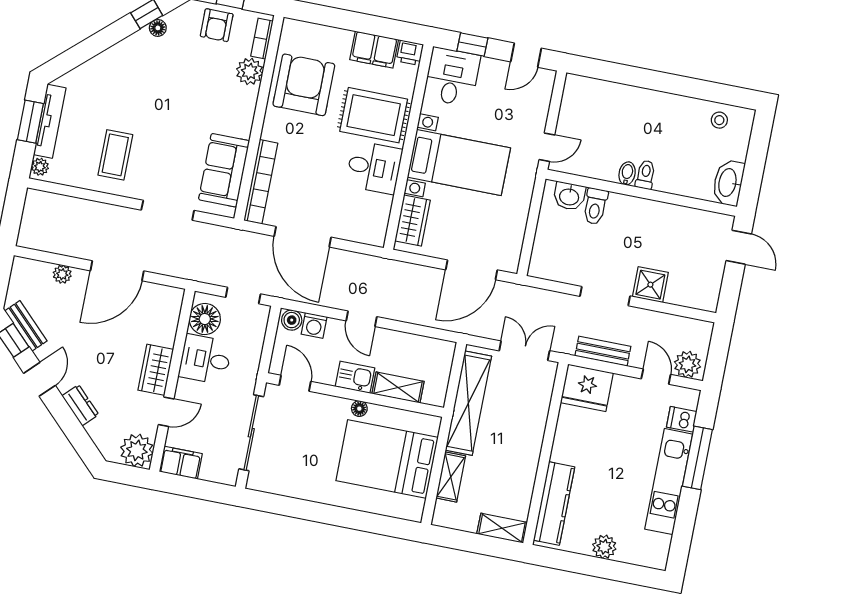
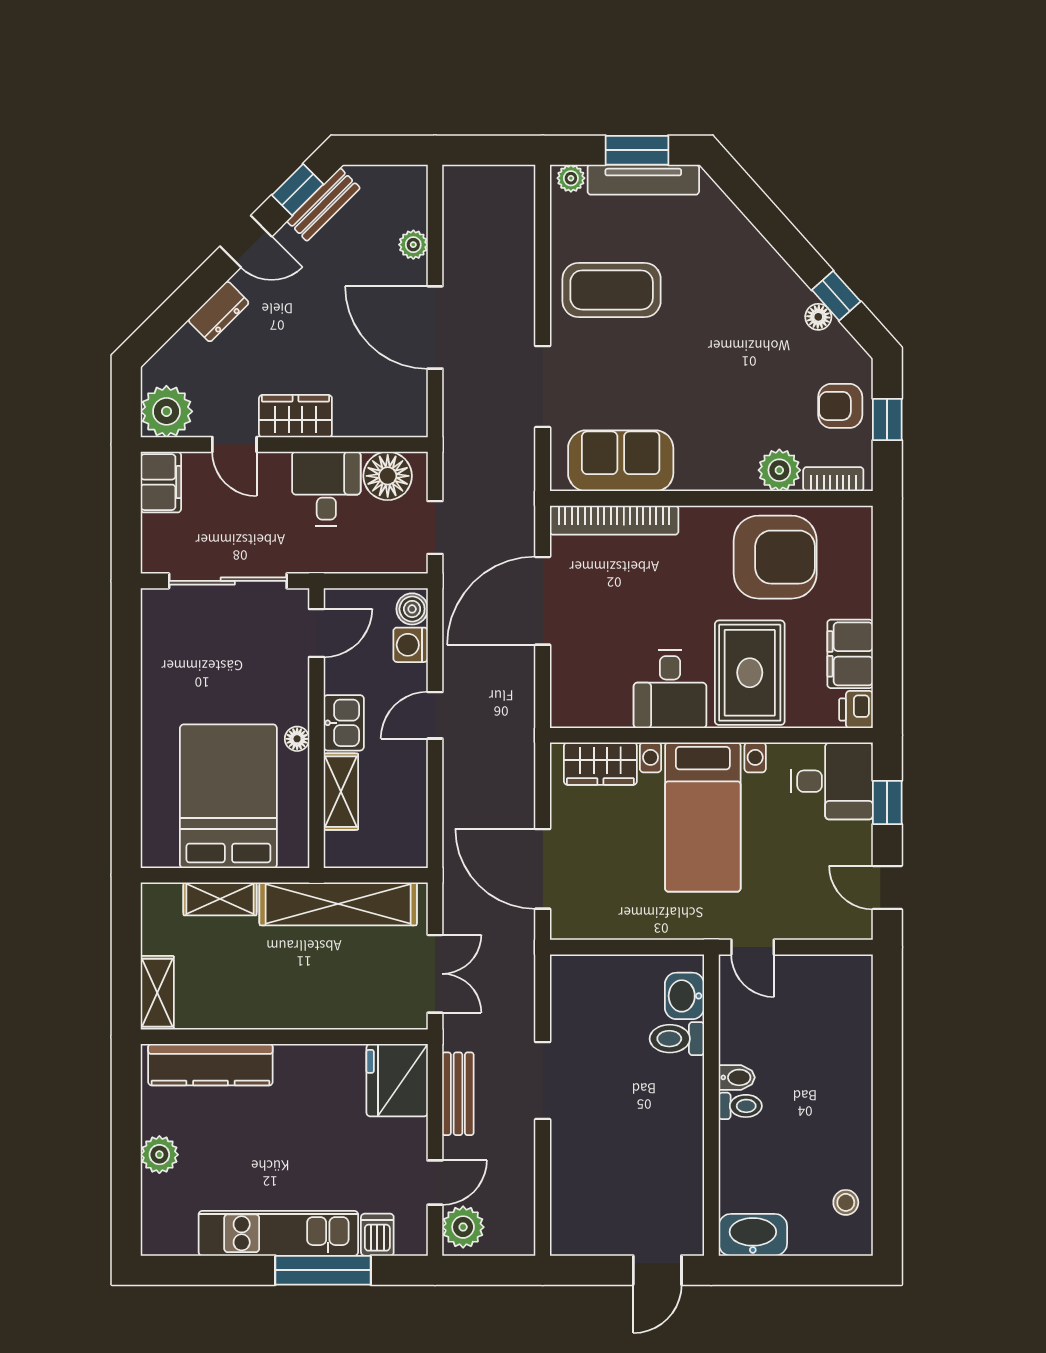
coffee table: (115, 155) -> (612, 290), width x1.36, depth x1.32
shower: (650, 285) -> (574, 1146), removed

